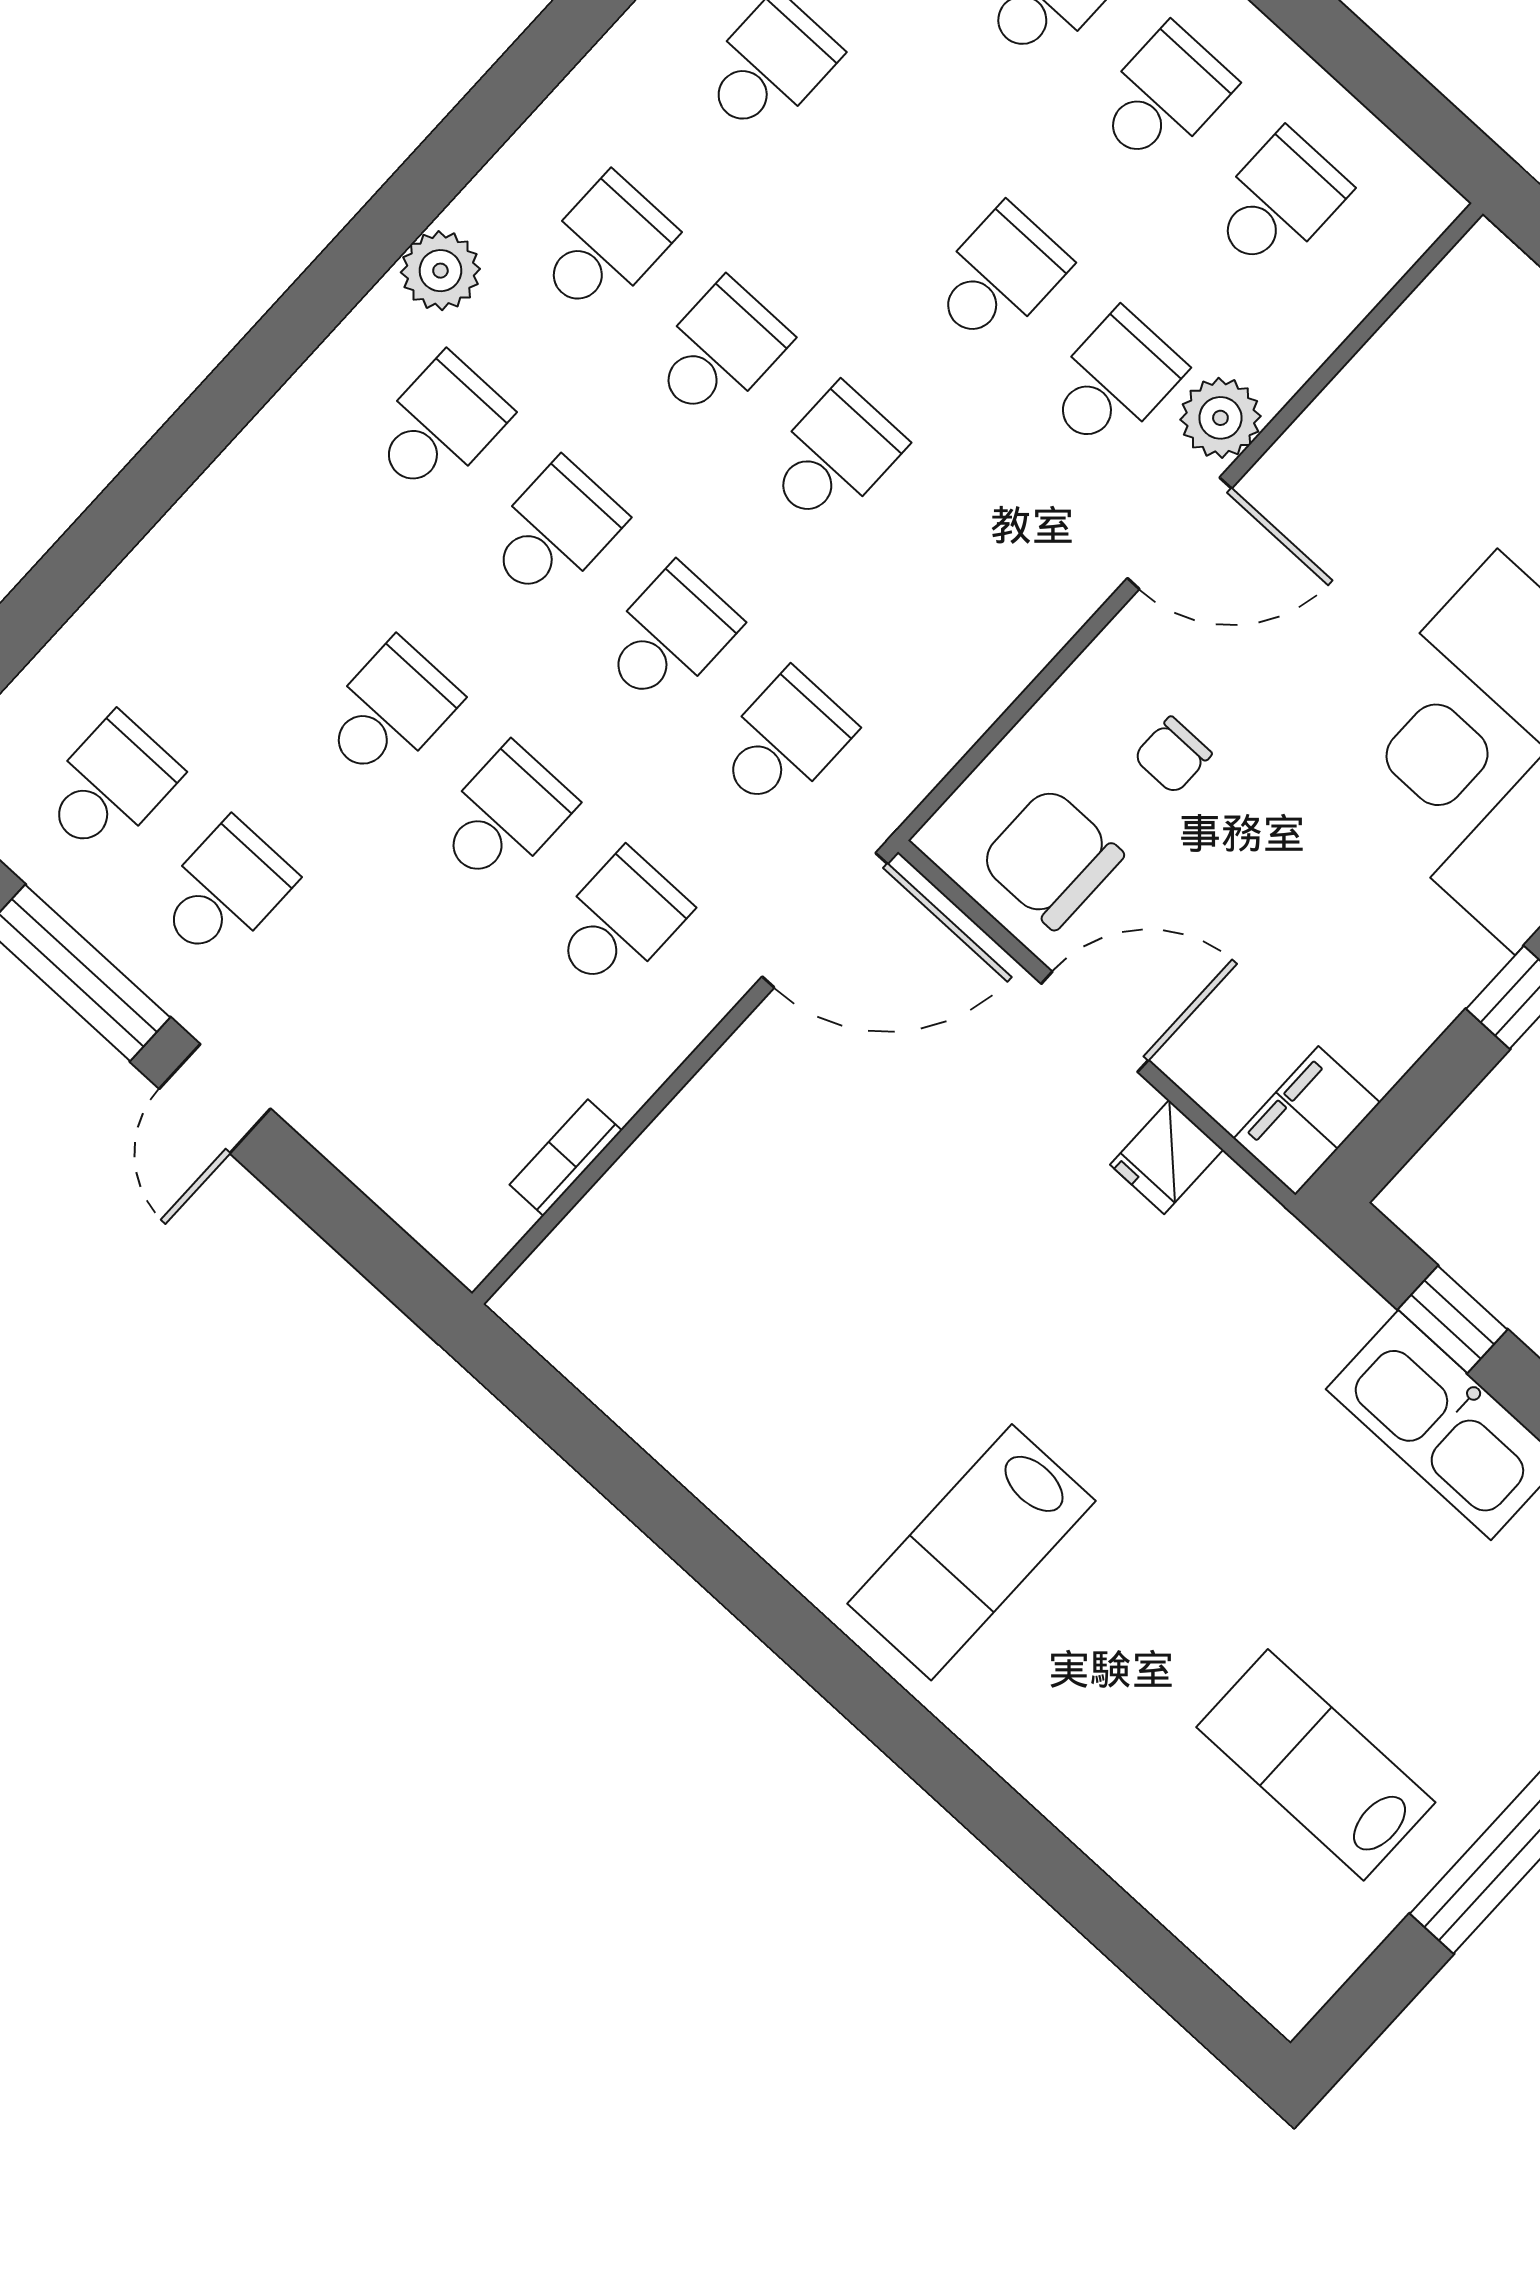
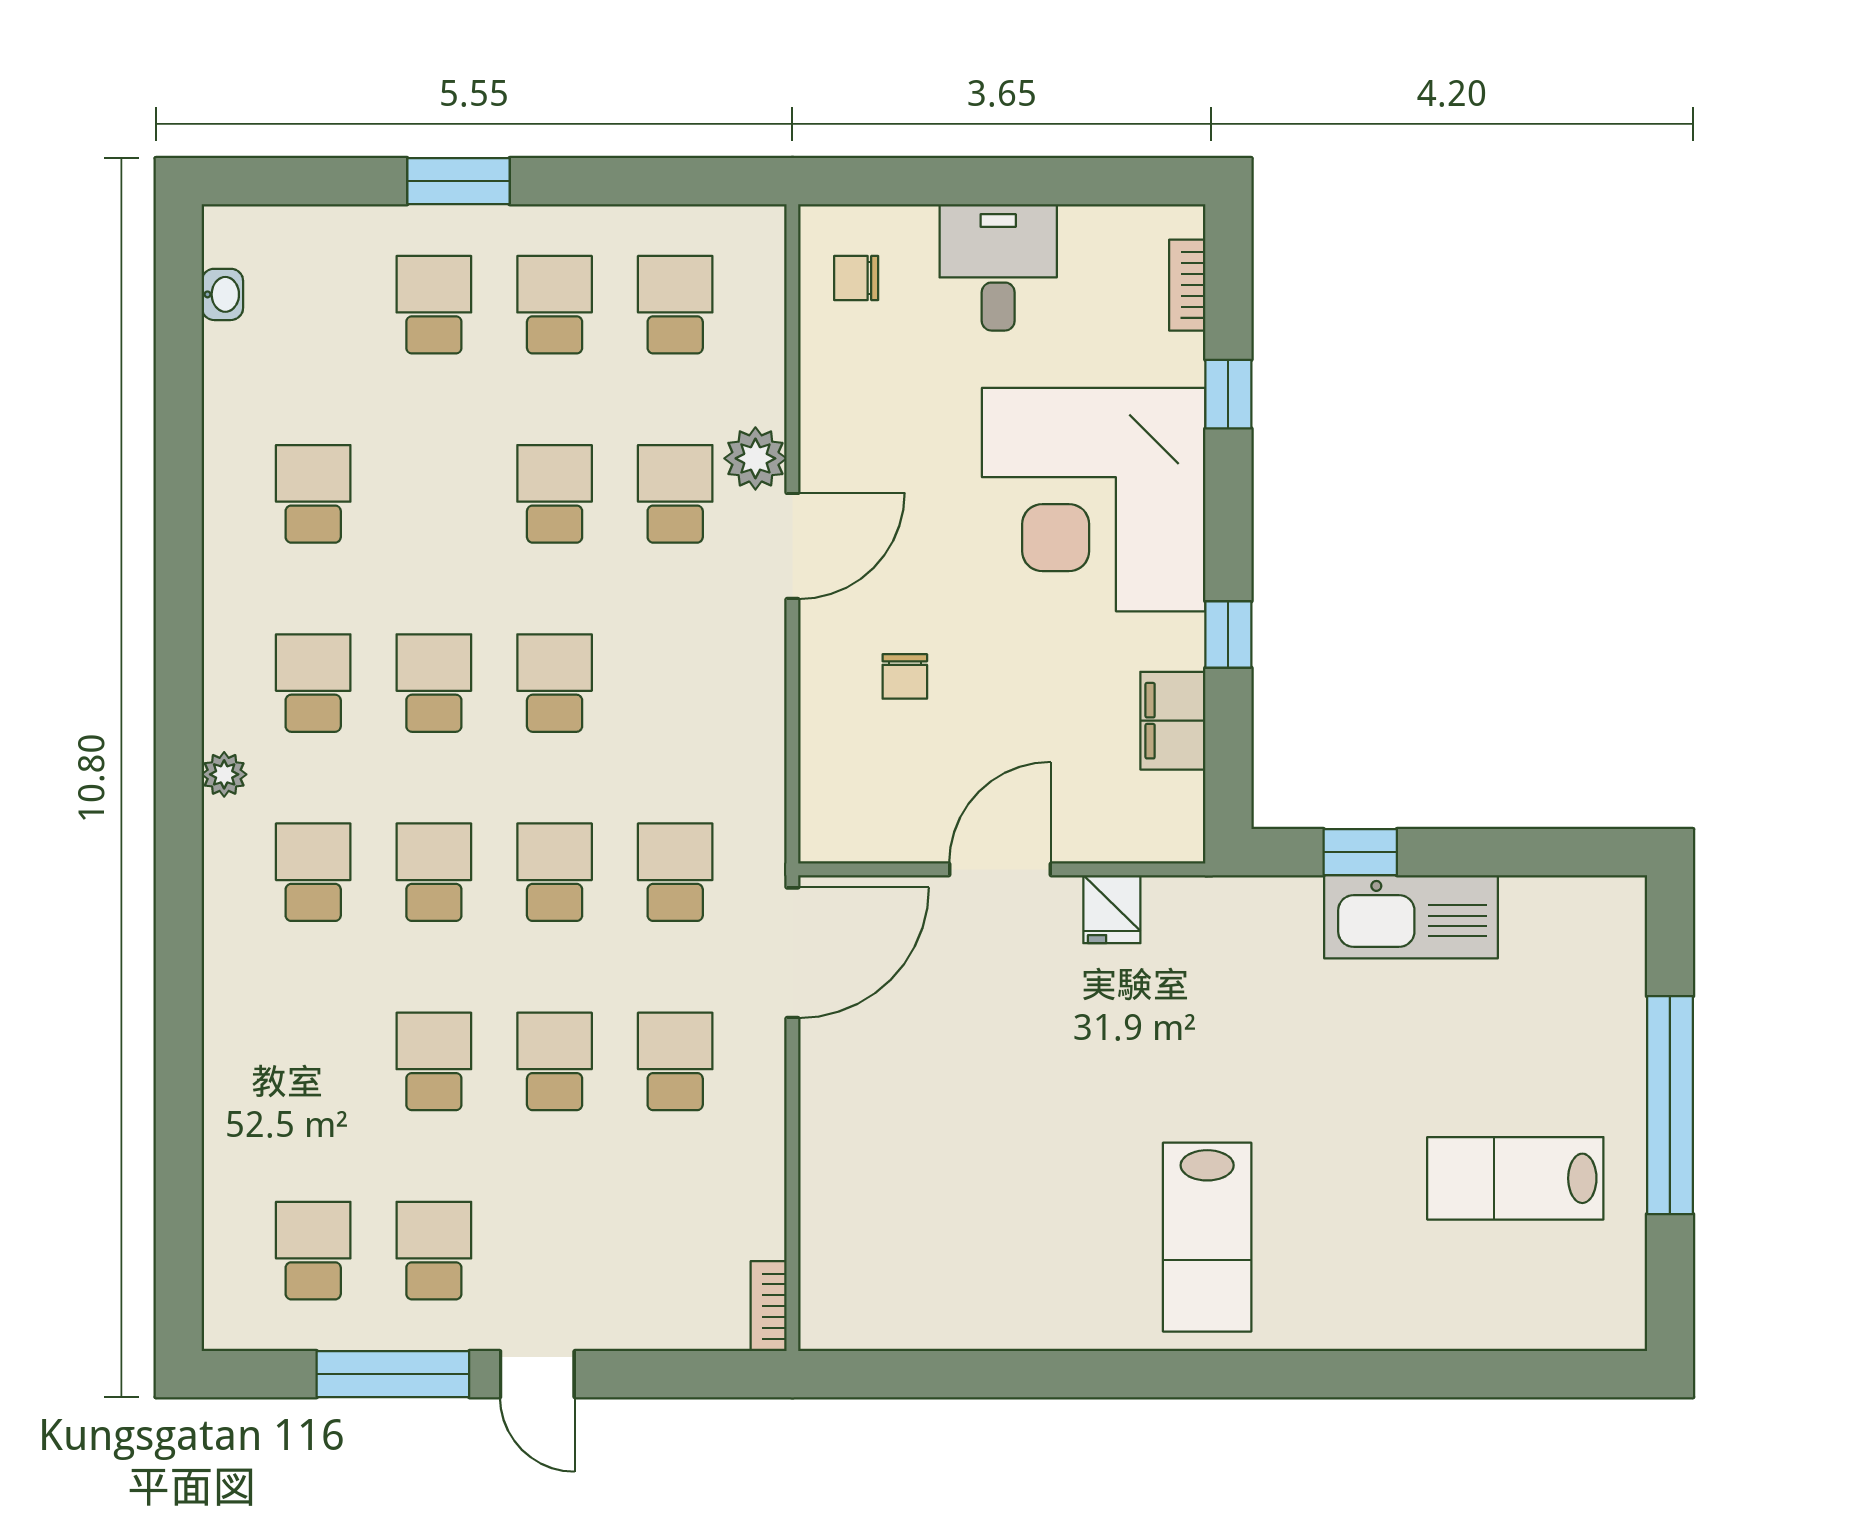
plant: (440, 271) -> (224, 774), width x0.73, depth x0.73
chair: (1052, 858) -> (856, 278), moved, width x0.54, depth x0.54
filing cabinet: (1307, 1121) -> (1173, 721), moved
bookcase: (566, 1158) -> (769, 1306), moved

